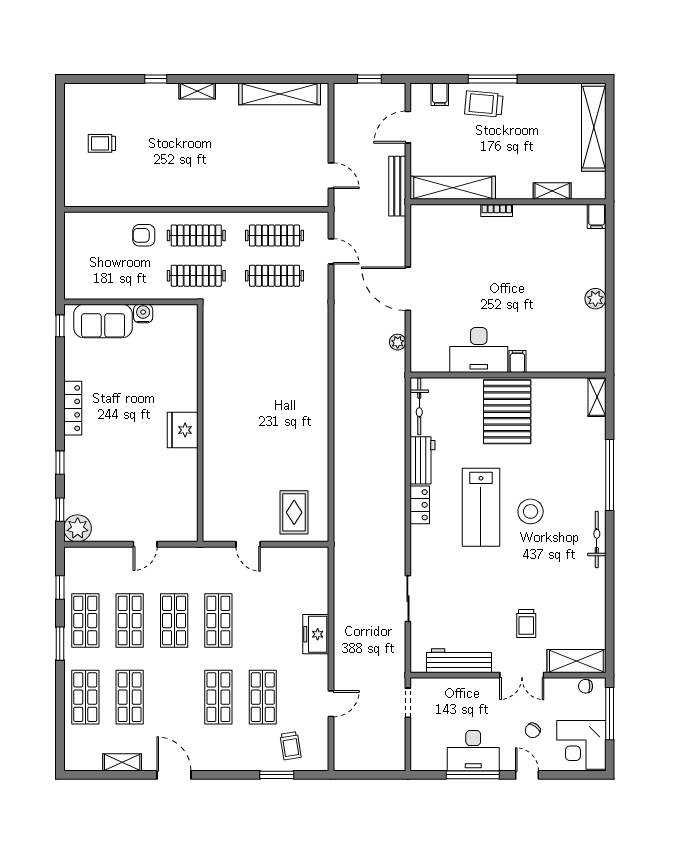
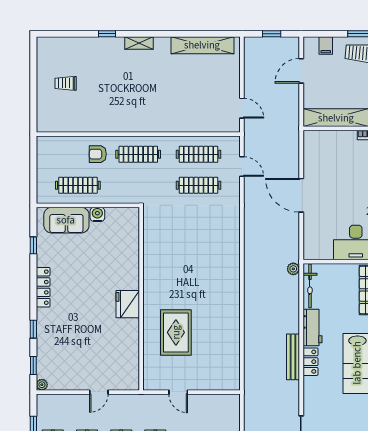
bench: (397, 186) -> (293, 357), moved
clothes rail: (196, 276) -> (78, 185), moved
window: (60, 326) -> (33, 245), moved
plant: (398, 342) -> (293, 269), moved
rug: (294, 512) -> (176, 332), moved, width x1.36, depth x1.43
plant: (78, 528) -> (42, 385), width x0.53, depth x0.53

